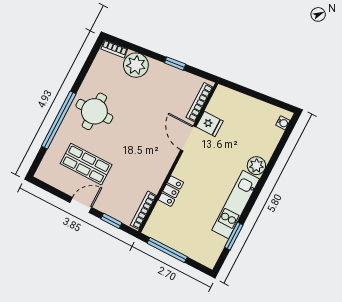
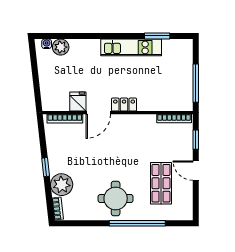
window: (175, 64) -> (46, 167), moved
plant: (256, 166) -> (61, 47), moved
locker: (171, 191) -> (124, 105), moved

